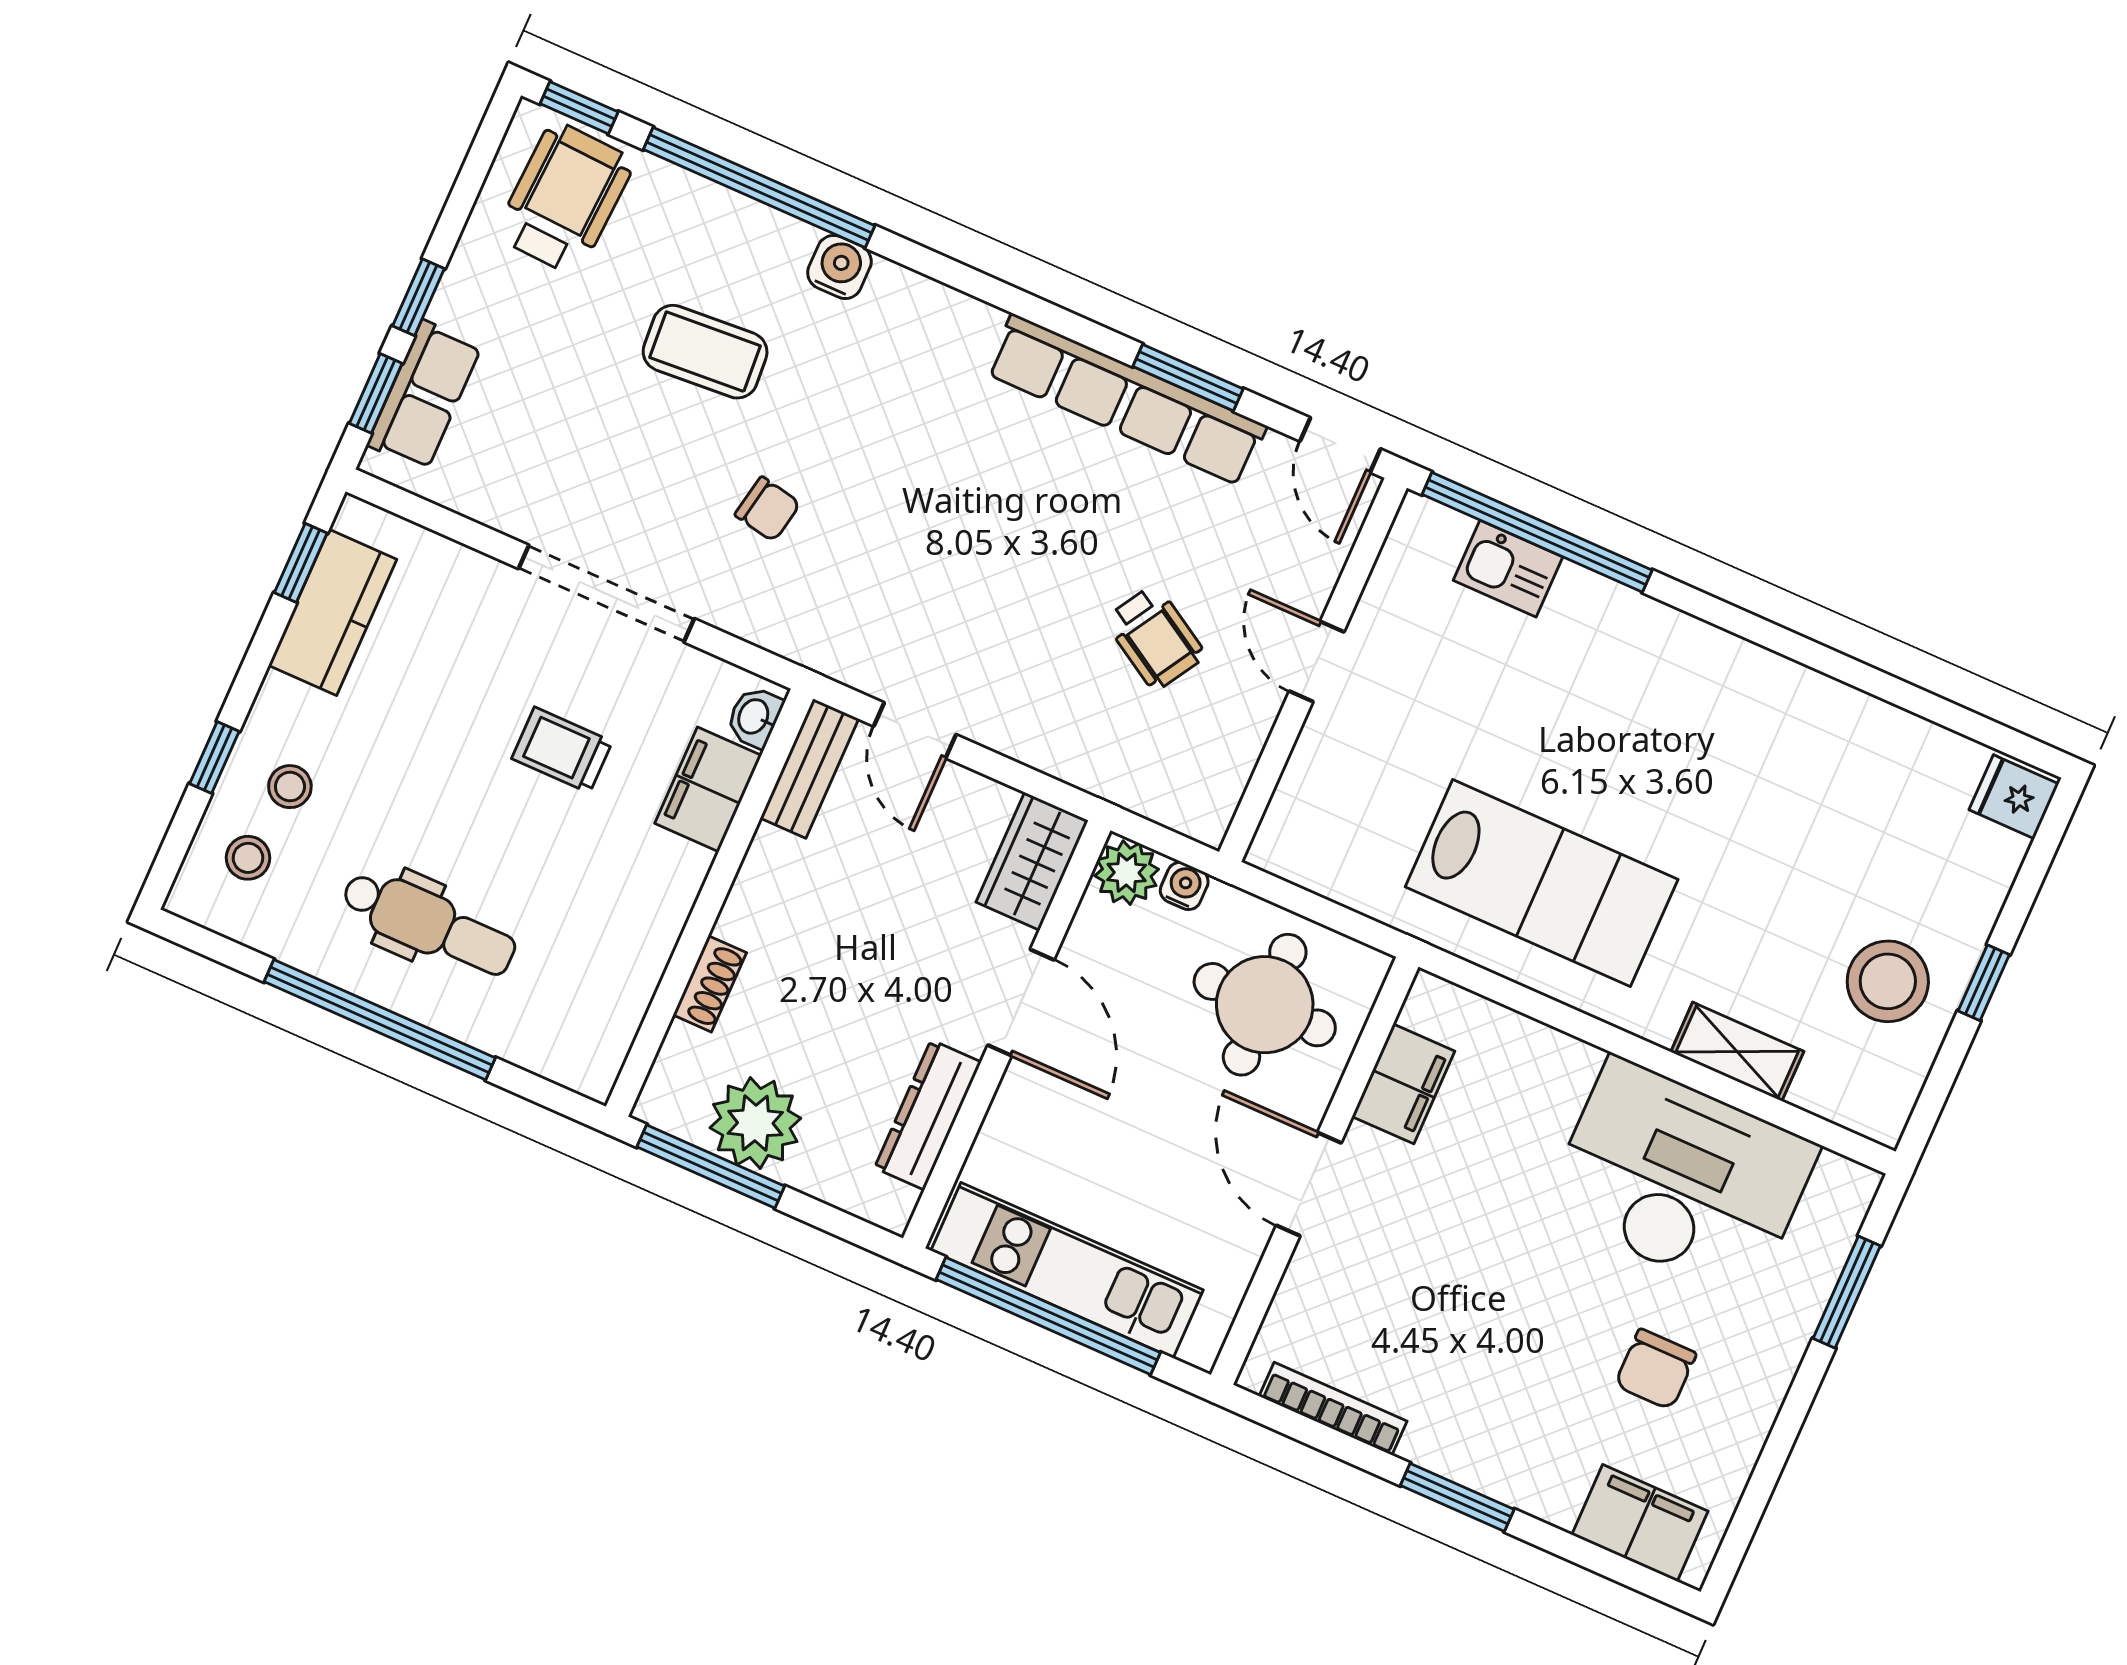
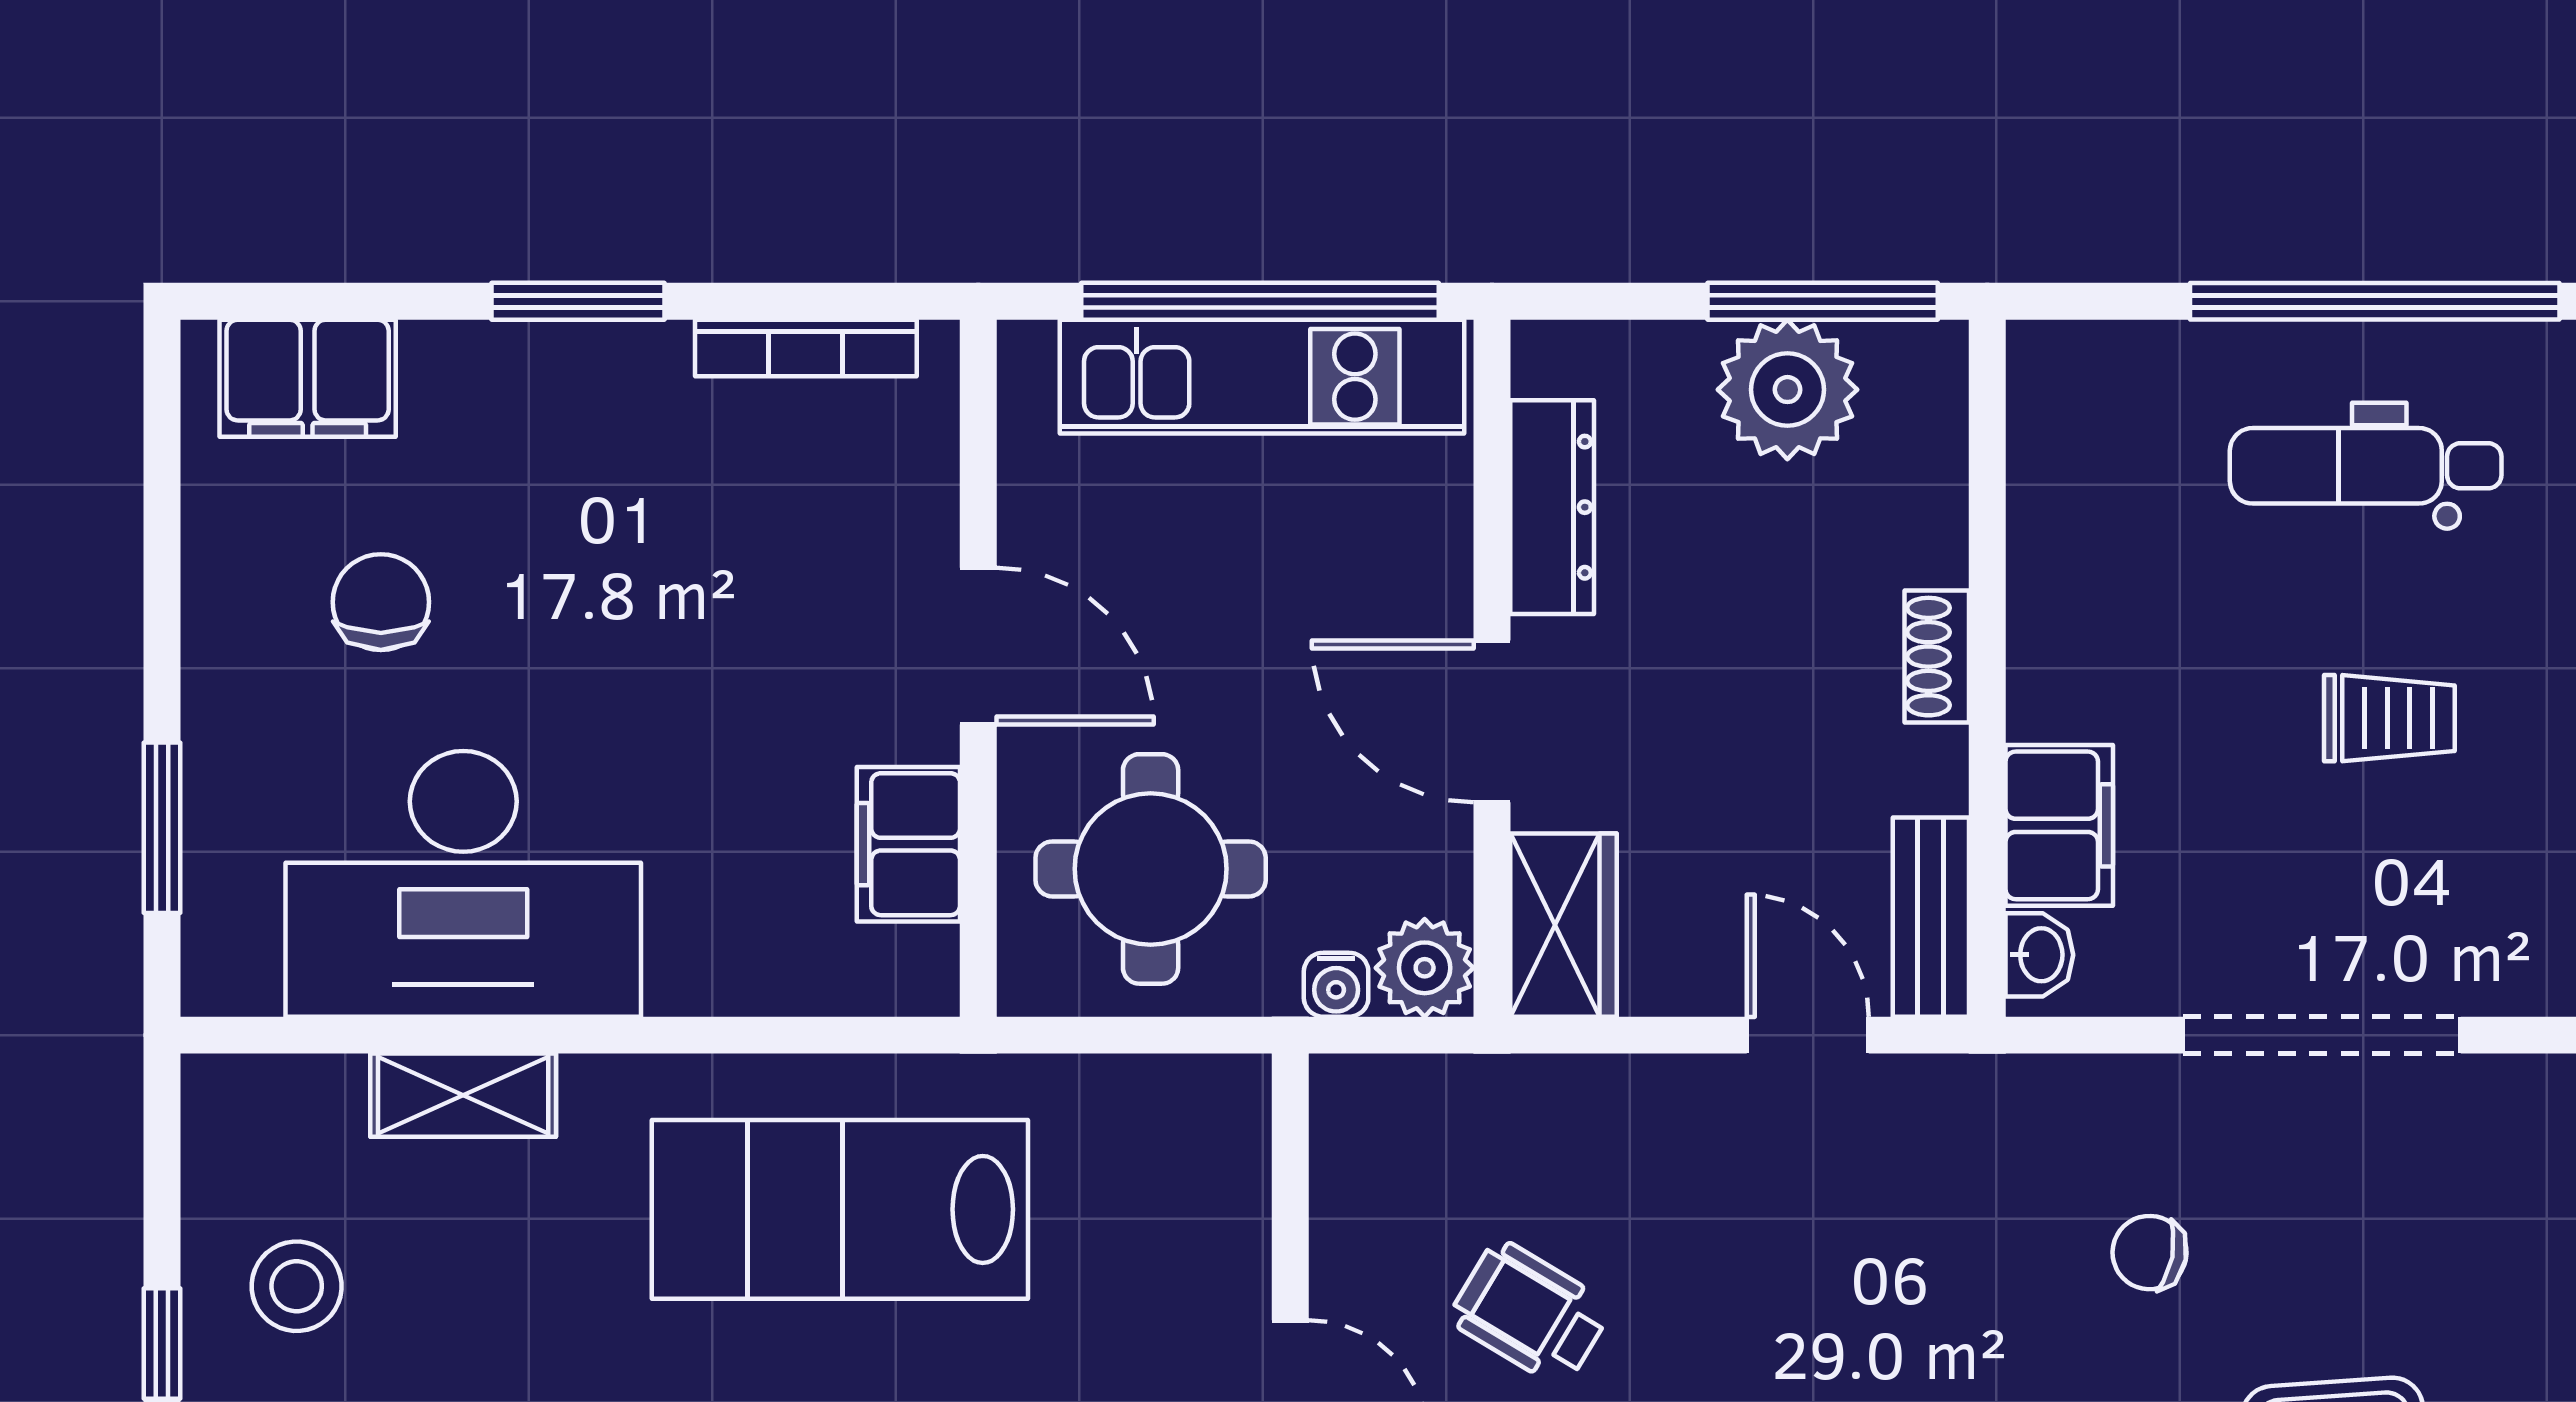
trolley: (562, 750) -> (2389, 718), moved
stool: (1888, 981) -> (297, 1286), width x0.73, depth x0.73
shoe rack: (710, 984) -> (1937, 657), moved

